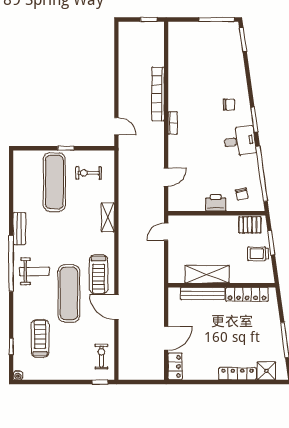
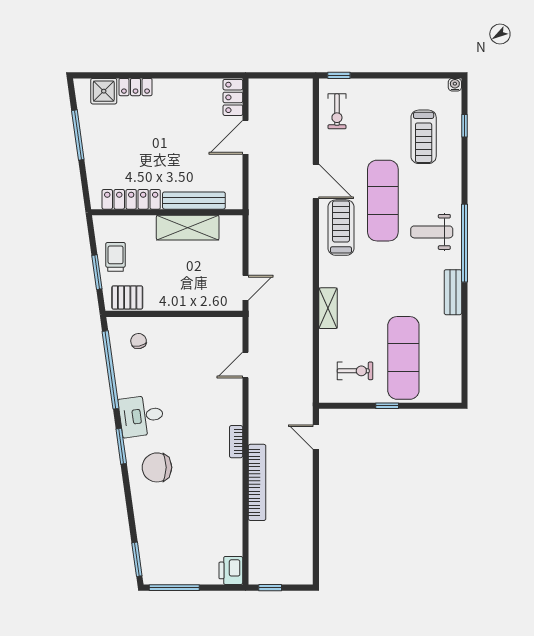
chair: (229, 105) -> (157, 467), width x1.87, depth x1.87
printer: (216, 203) -> (231, 570), moved, turned 90
trolley: (258, 254) -> (116, 257), turned -90
locker: (238, 374) -> (136, 87), width x0.66

